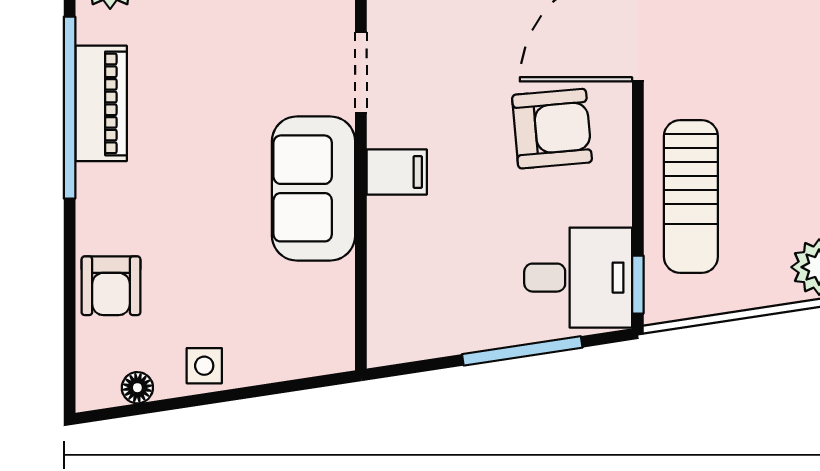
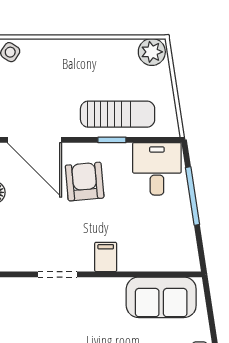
sofa: (313, 188) -> (161, 297), moved
window: (638, 285) -> (112, 140), moved

